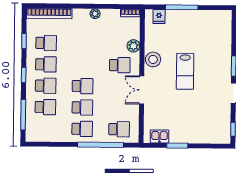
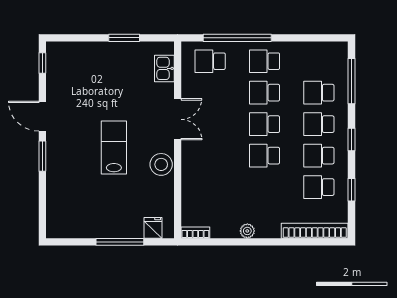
plant: (133, 46) -> (190, 184), removed
school desk: (120, 65) -> (265, 156), moved
kitchen sink: (160, 136) -> (164, 68), moved, turned 90

